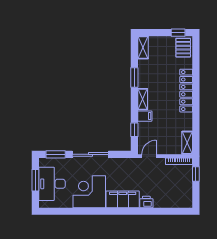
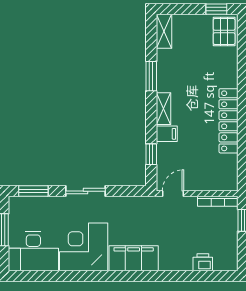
locker: (186, 91) -> (228, 121), moved
shelving: (187, 143) -> (230, 174), removed
sliding door: (90, 154) -> (85, 191), width x0.73
desk: (52, 184) -> (33, 251), moved, turned -90
printer: (146, 202) -> (203, 262), moved

